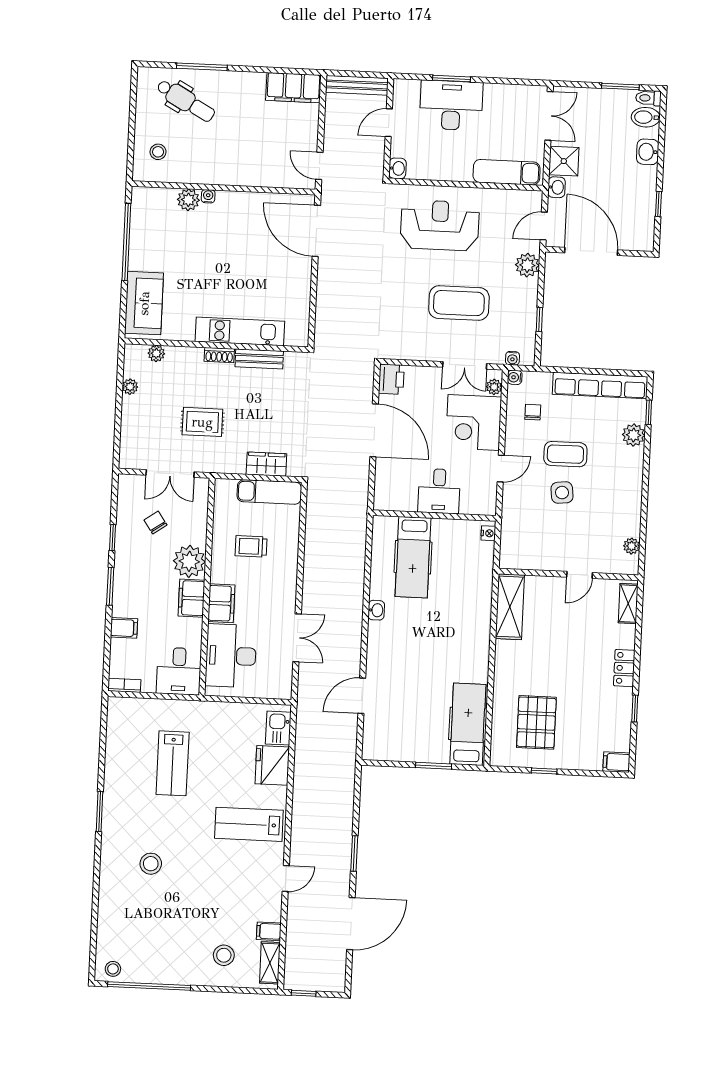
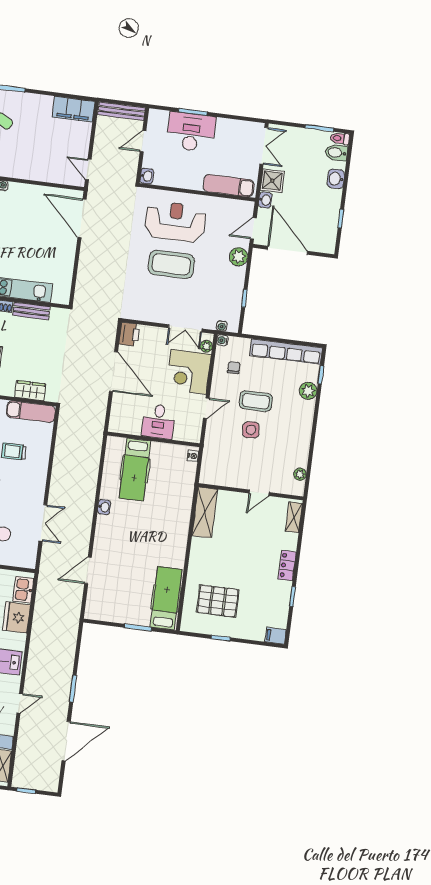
coffee table: (459, 303) -> (171, 264), moved
pallet: (536, 722) -> (218, 601), turned 90

